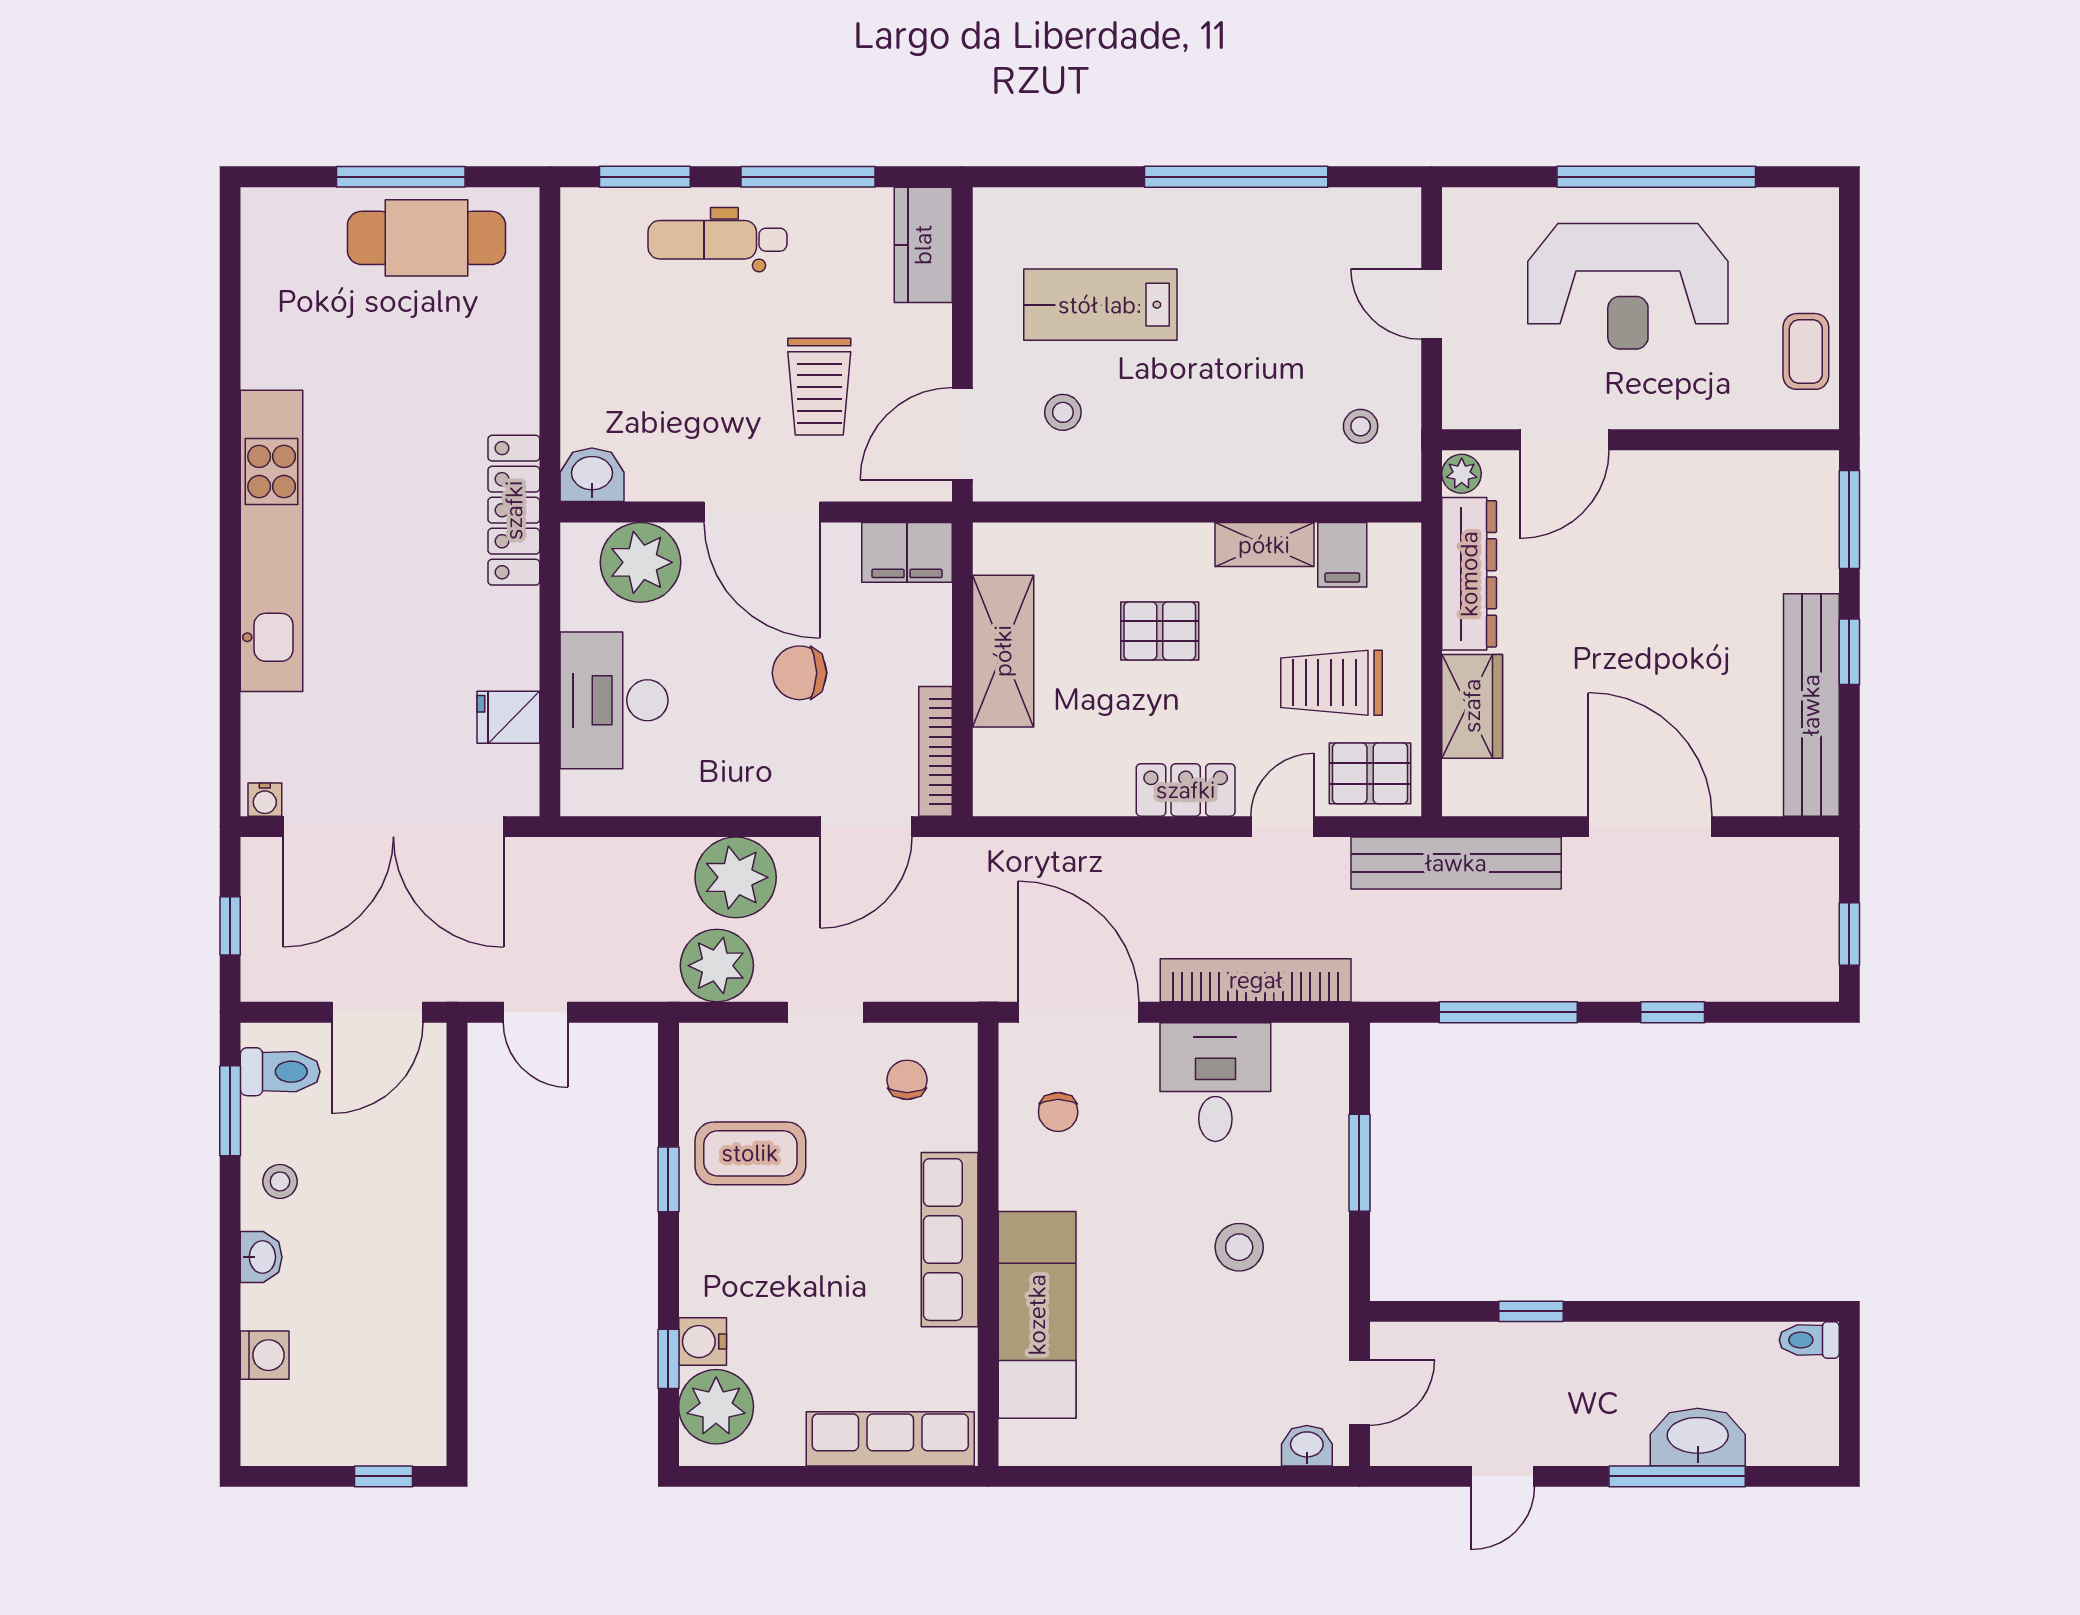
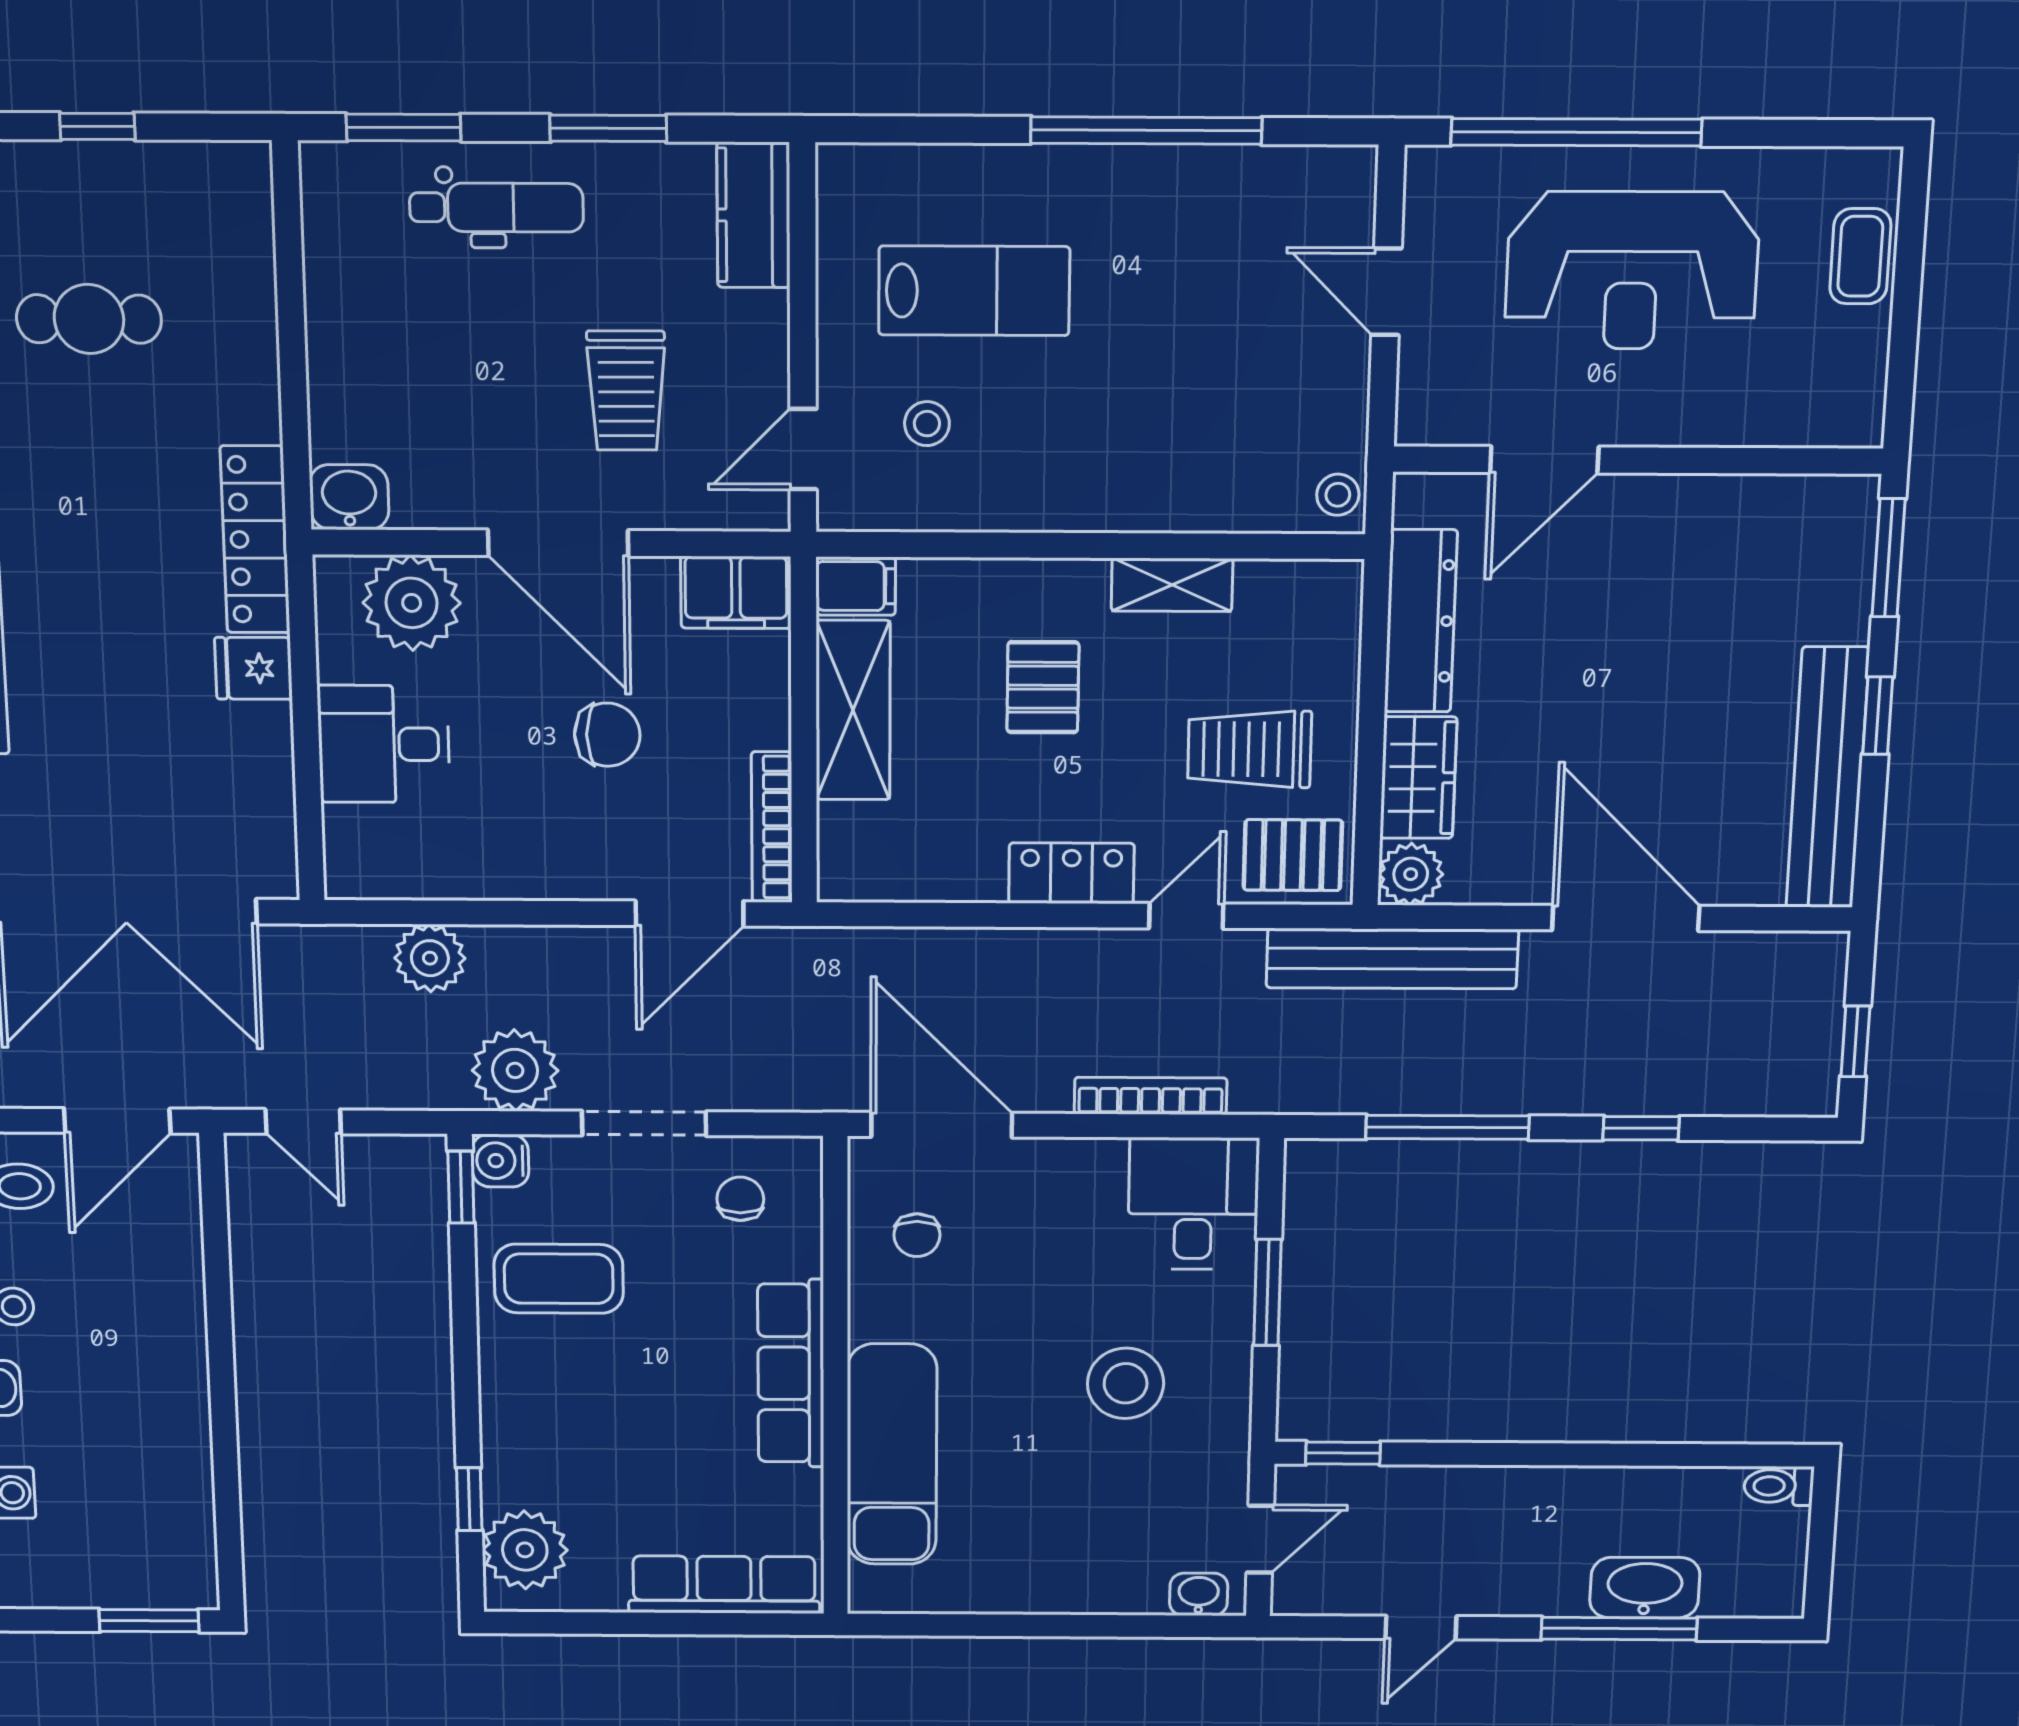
window: (401, 177) -> (97, 126), width x0.46
window: (808, 177) -> (608, 128), width x0.69
window: (1656, 177) -> (1576, 132), moved
cafe table: (426, 238) -> (89, 319), moved, width x0.73, depth x0.74
dental chair: (717, 240) -> (496, 207), turned 180
lab bench: (1100, 305) -> (974, 291), turned 180
coffee table: (1806, 351) -> (1860, 256), moved
stool: (1361, 426) -> (1338, 495), moved
door: (962, 434) -> (803, 449), width x0.73
plant: (1462, 474) -> (1411, 874), moved, width x1.38, depth x1.38
filing cabinet: (1342, 555) -> (856, 586), moved, turned -90
pallet: (1160, 631) -> (1043, 687), turned 90
chair: (800, 673) -> (607, 735), turned 180
desk: (614, 700) -> (384, 744), width x0.73
fridge: (508, 717) -> (253, 668), moved
plant: (736, 877) -> (430, 958), moved, width x0.73, depth x0.73
bookcase: (1256, 980) -> (1151, 1096), width x0.68, depth x0.76
doorway: (826, 1012) -> (644, 1123), width x1.38
desk: (1215, 1082) -> (1193, 1204), moved
window: (668, 1179) -> (461, 1187), moved
stool: (1239, 1247) -> (1126, 1383), width x1.38, depth x1.38
window: (1531, 1311) -> (1343, 1453), moved
water cooler: (703, 1342) -> (500, 1161), moved
window: (383, 1476) -> (149, 1621), width x1.50

